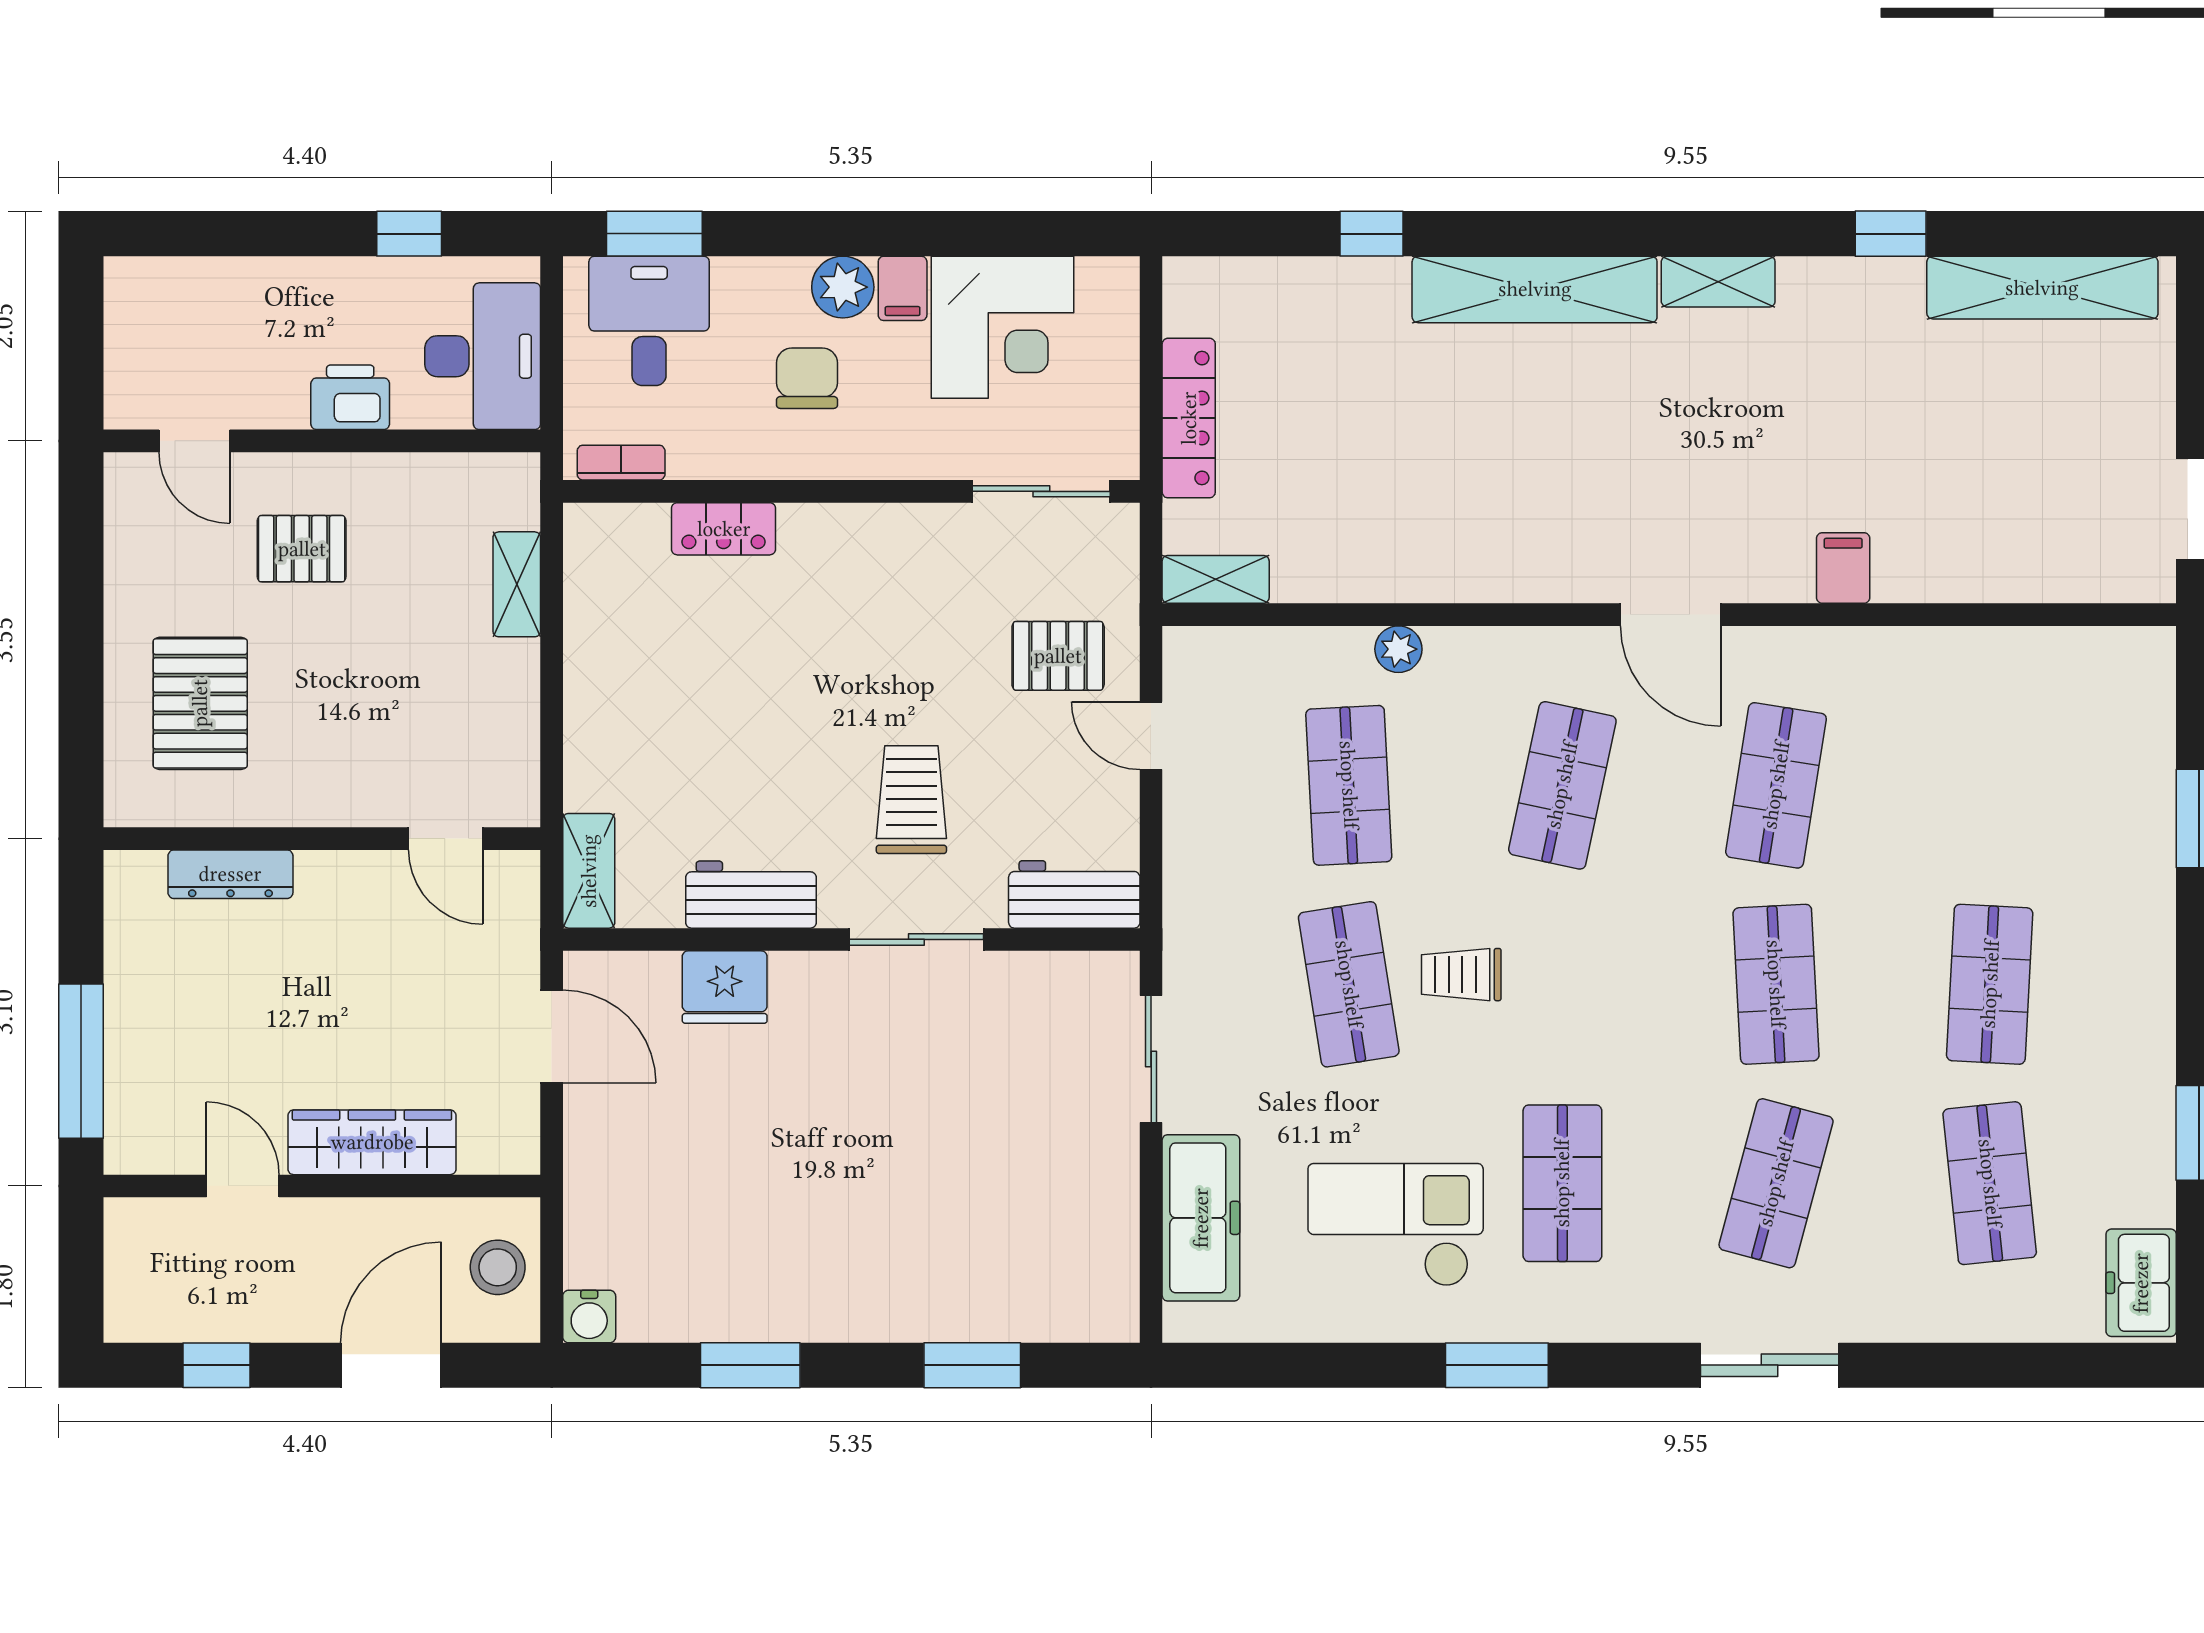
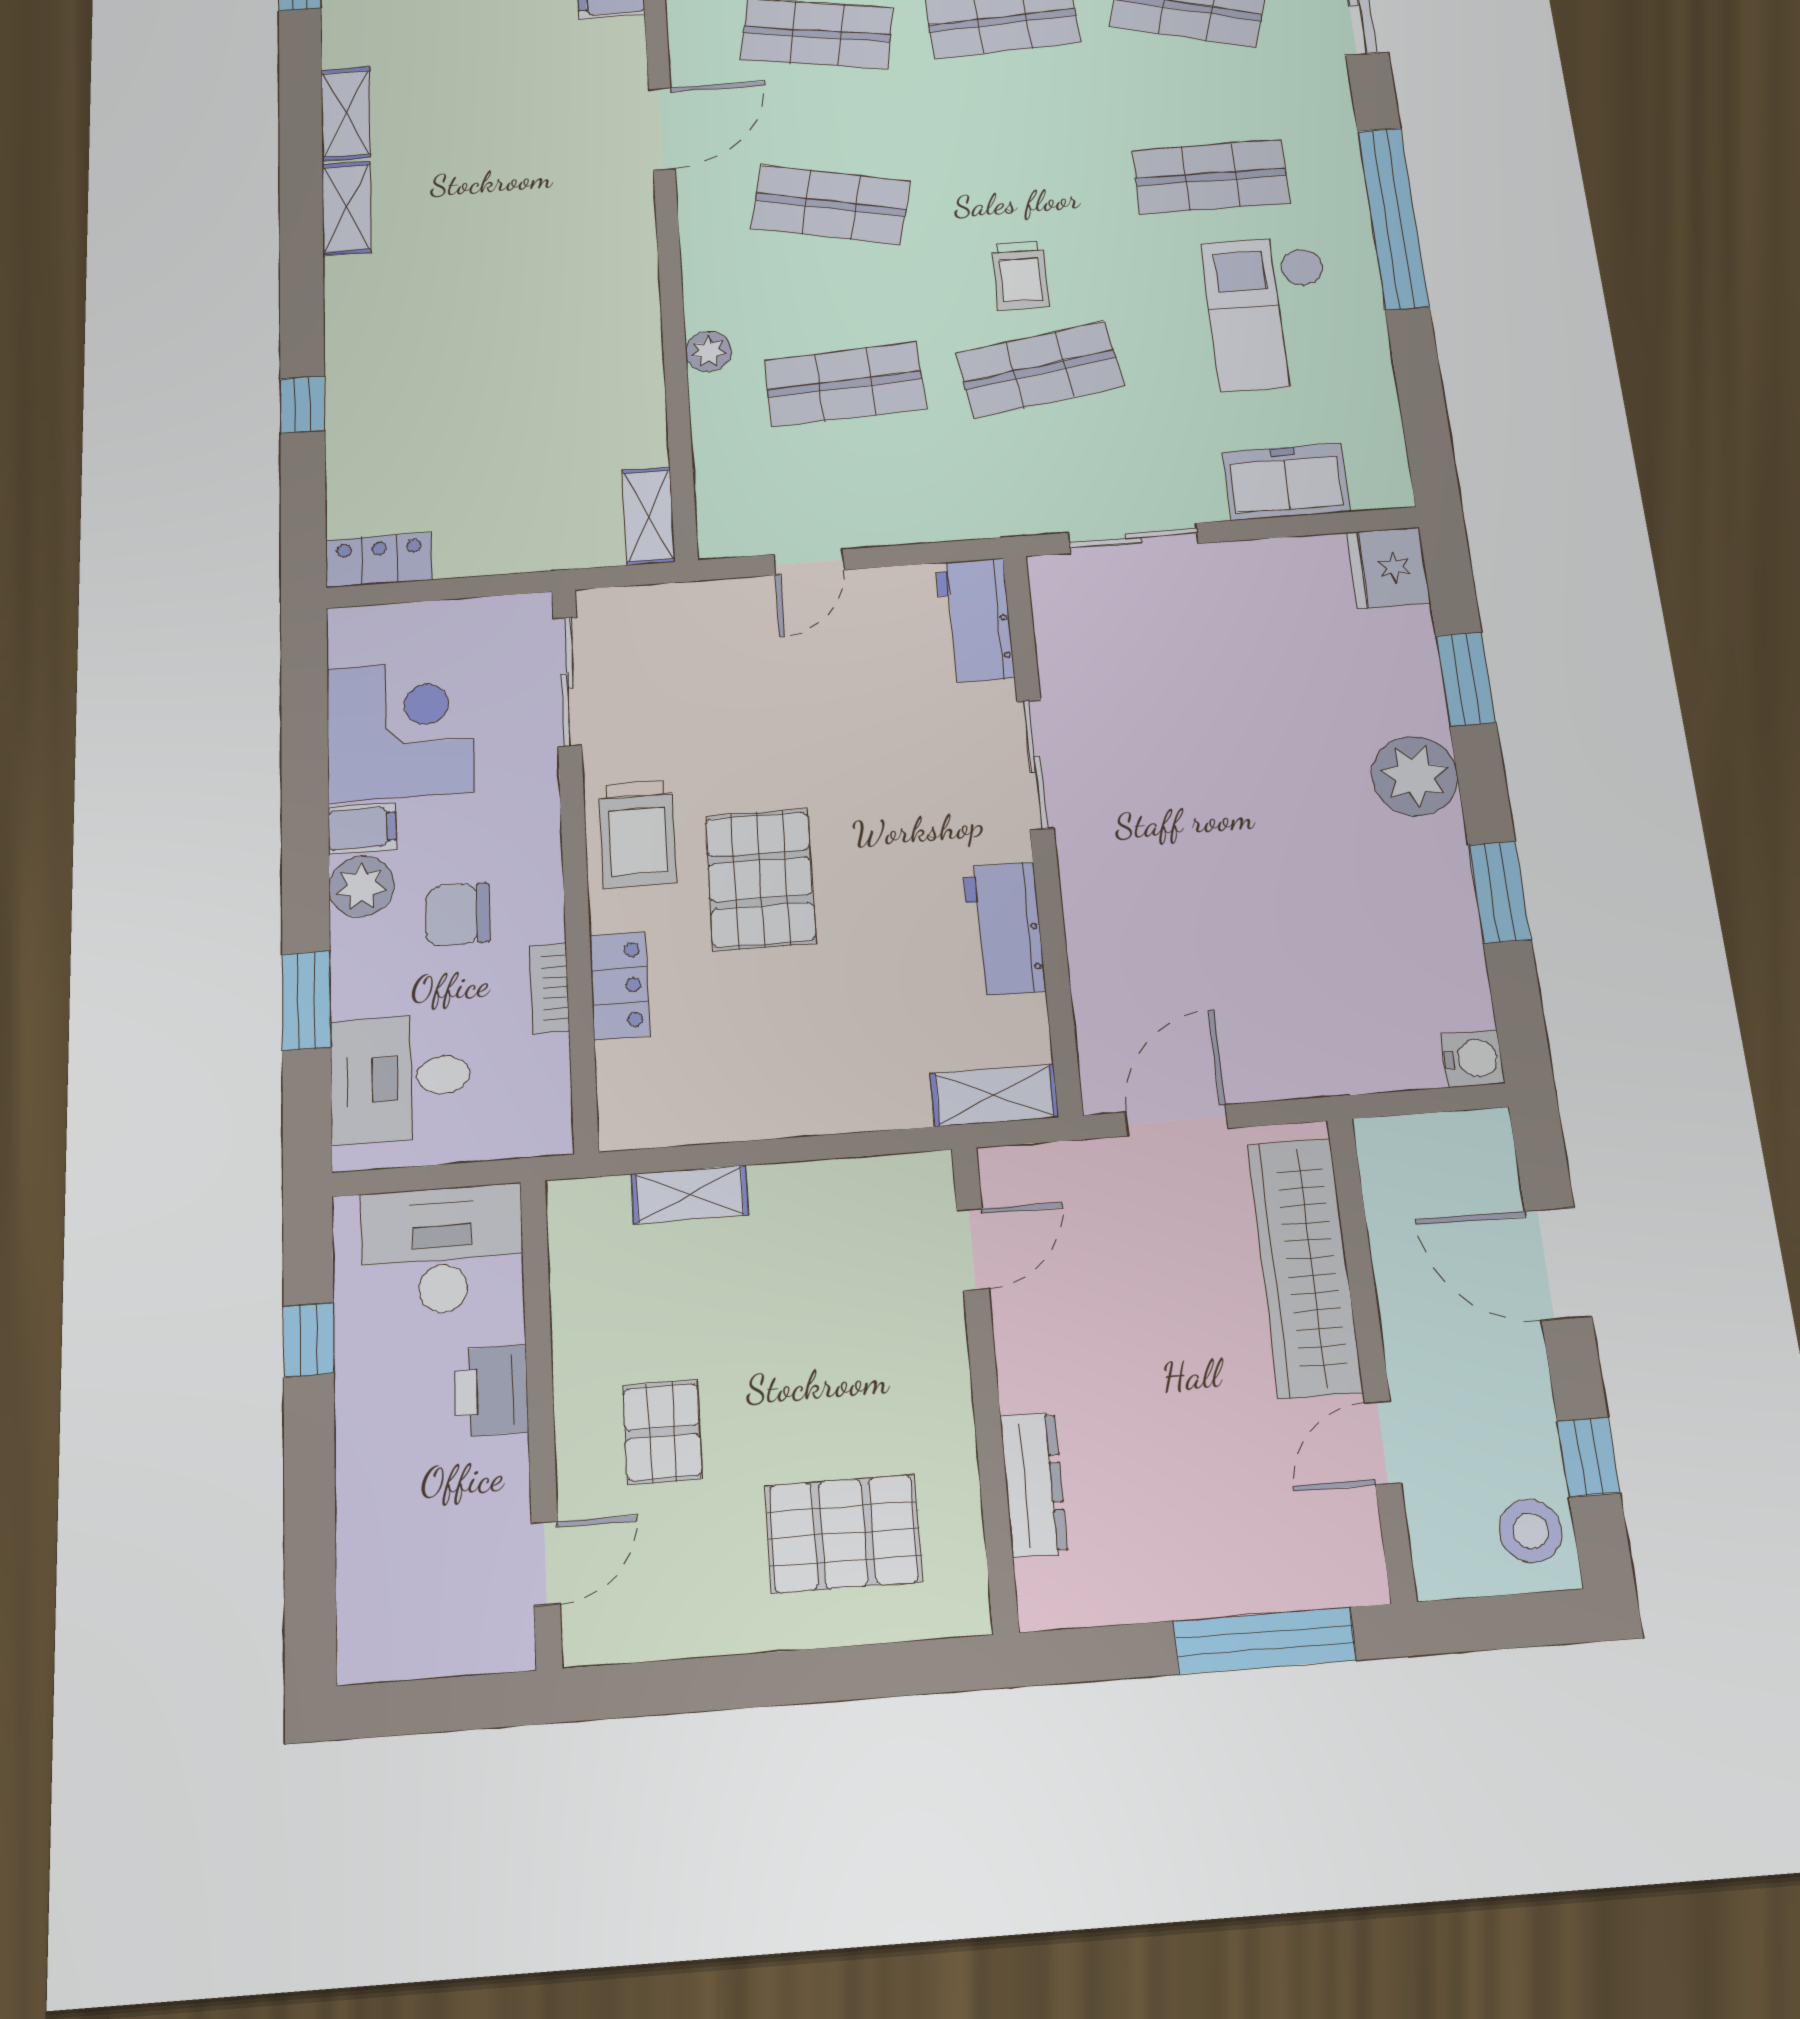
window: (654, 234) -> (306, 1001), moved
shelving: (1535, 289) -> (347, 208), width x0.45, depth x0.75
locker: (1189, 418) -> (379, 560), moved, width x0.66
bookcase: (621, 463) -> (549, 988), moved
pallet: (1058, 656) -> (760, 879), moved, width x1.50, depth x1.42
trolley: (911, 800) -> (638, 834), moved, turned -90
fridge: (725, 987) -> (1388, 568), moved, turned 180
wardrobe: (372, 1142) -> (1305, 1267), width x1.40, depth x1.17
freezer: (1201, 1218) -> (1286, 482), width x0.71
stool: (498, 1267) -> (1530, 1531), moved
plant: (875, 1302) -> (1415, 776), added
window: (1497, 1365) -> (1393, 218), width x2.11

